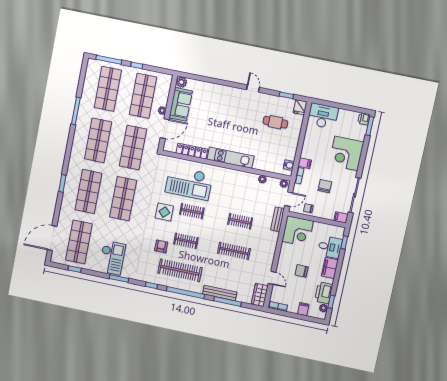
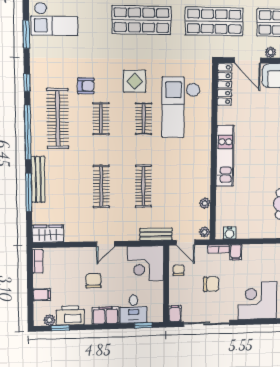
locker: (192, 151) -> (225, 85), moved
clothes rail: (240, 221) -> (143, 186), width x1.36
door: (272, 278) -> (105, 244), moved

